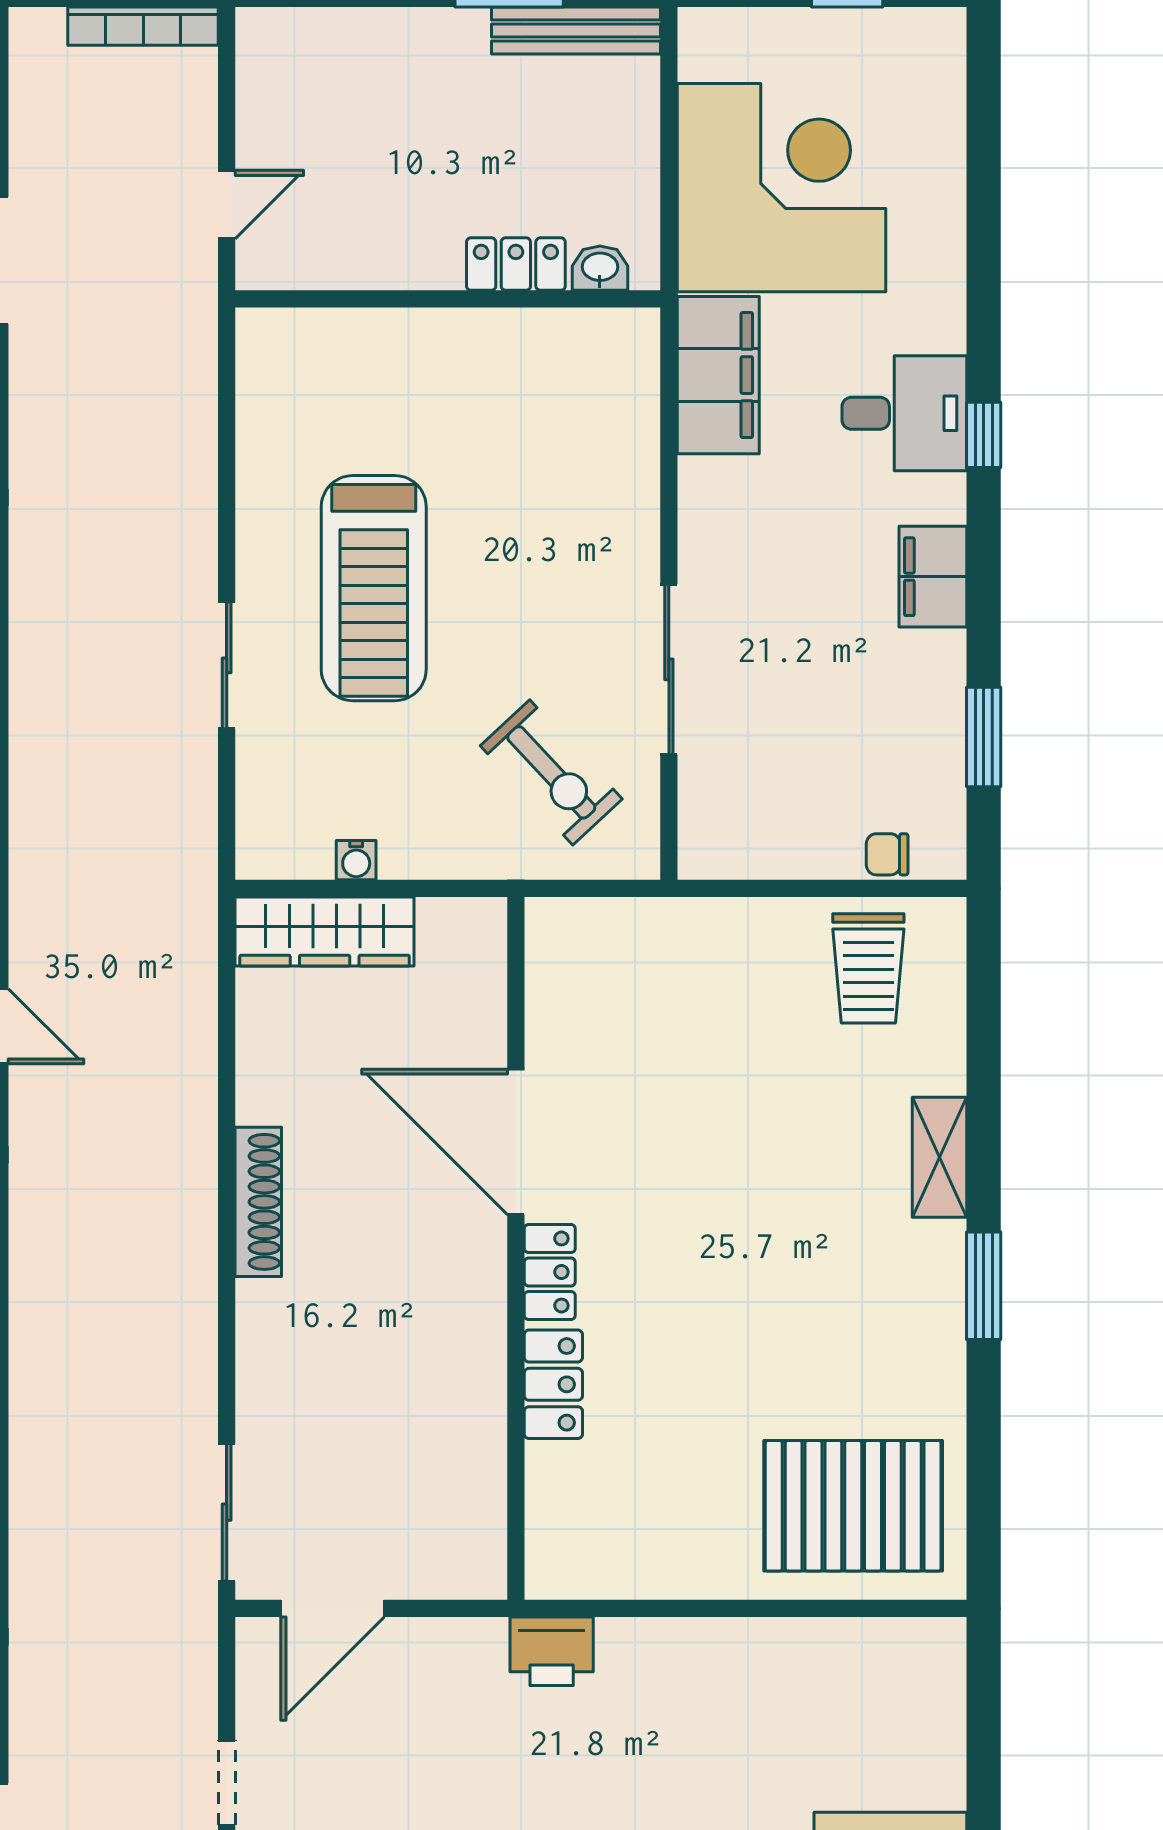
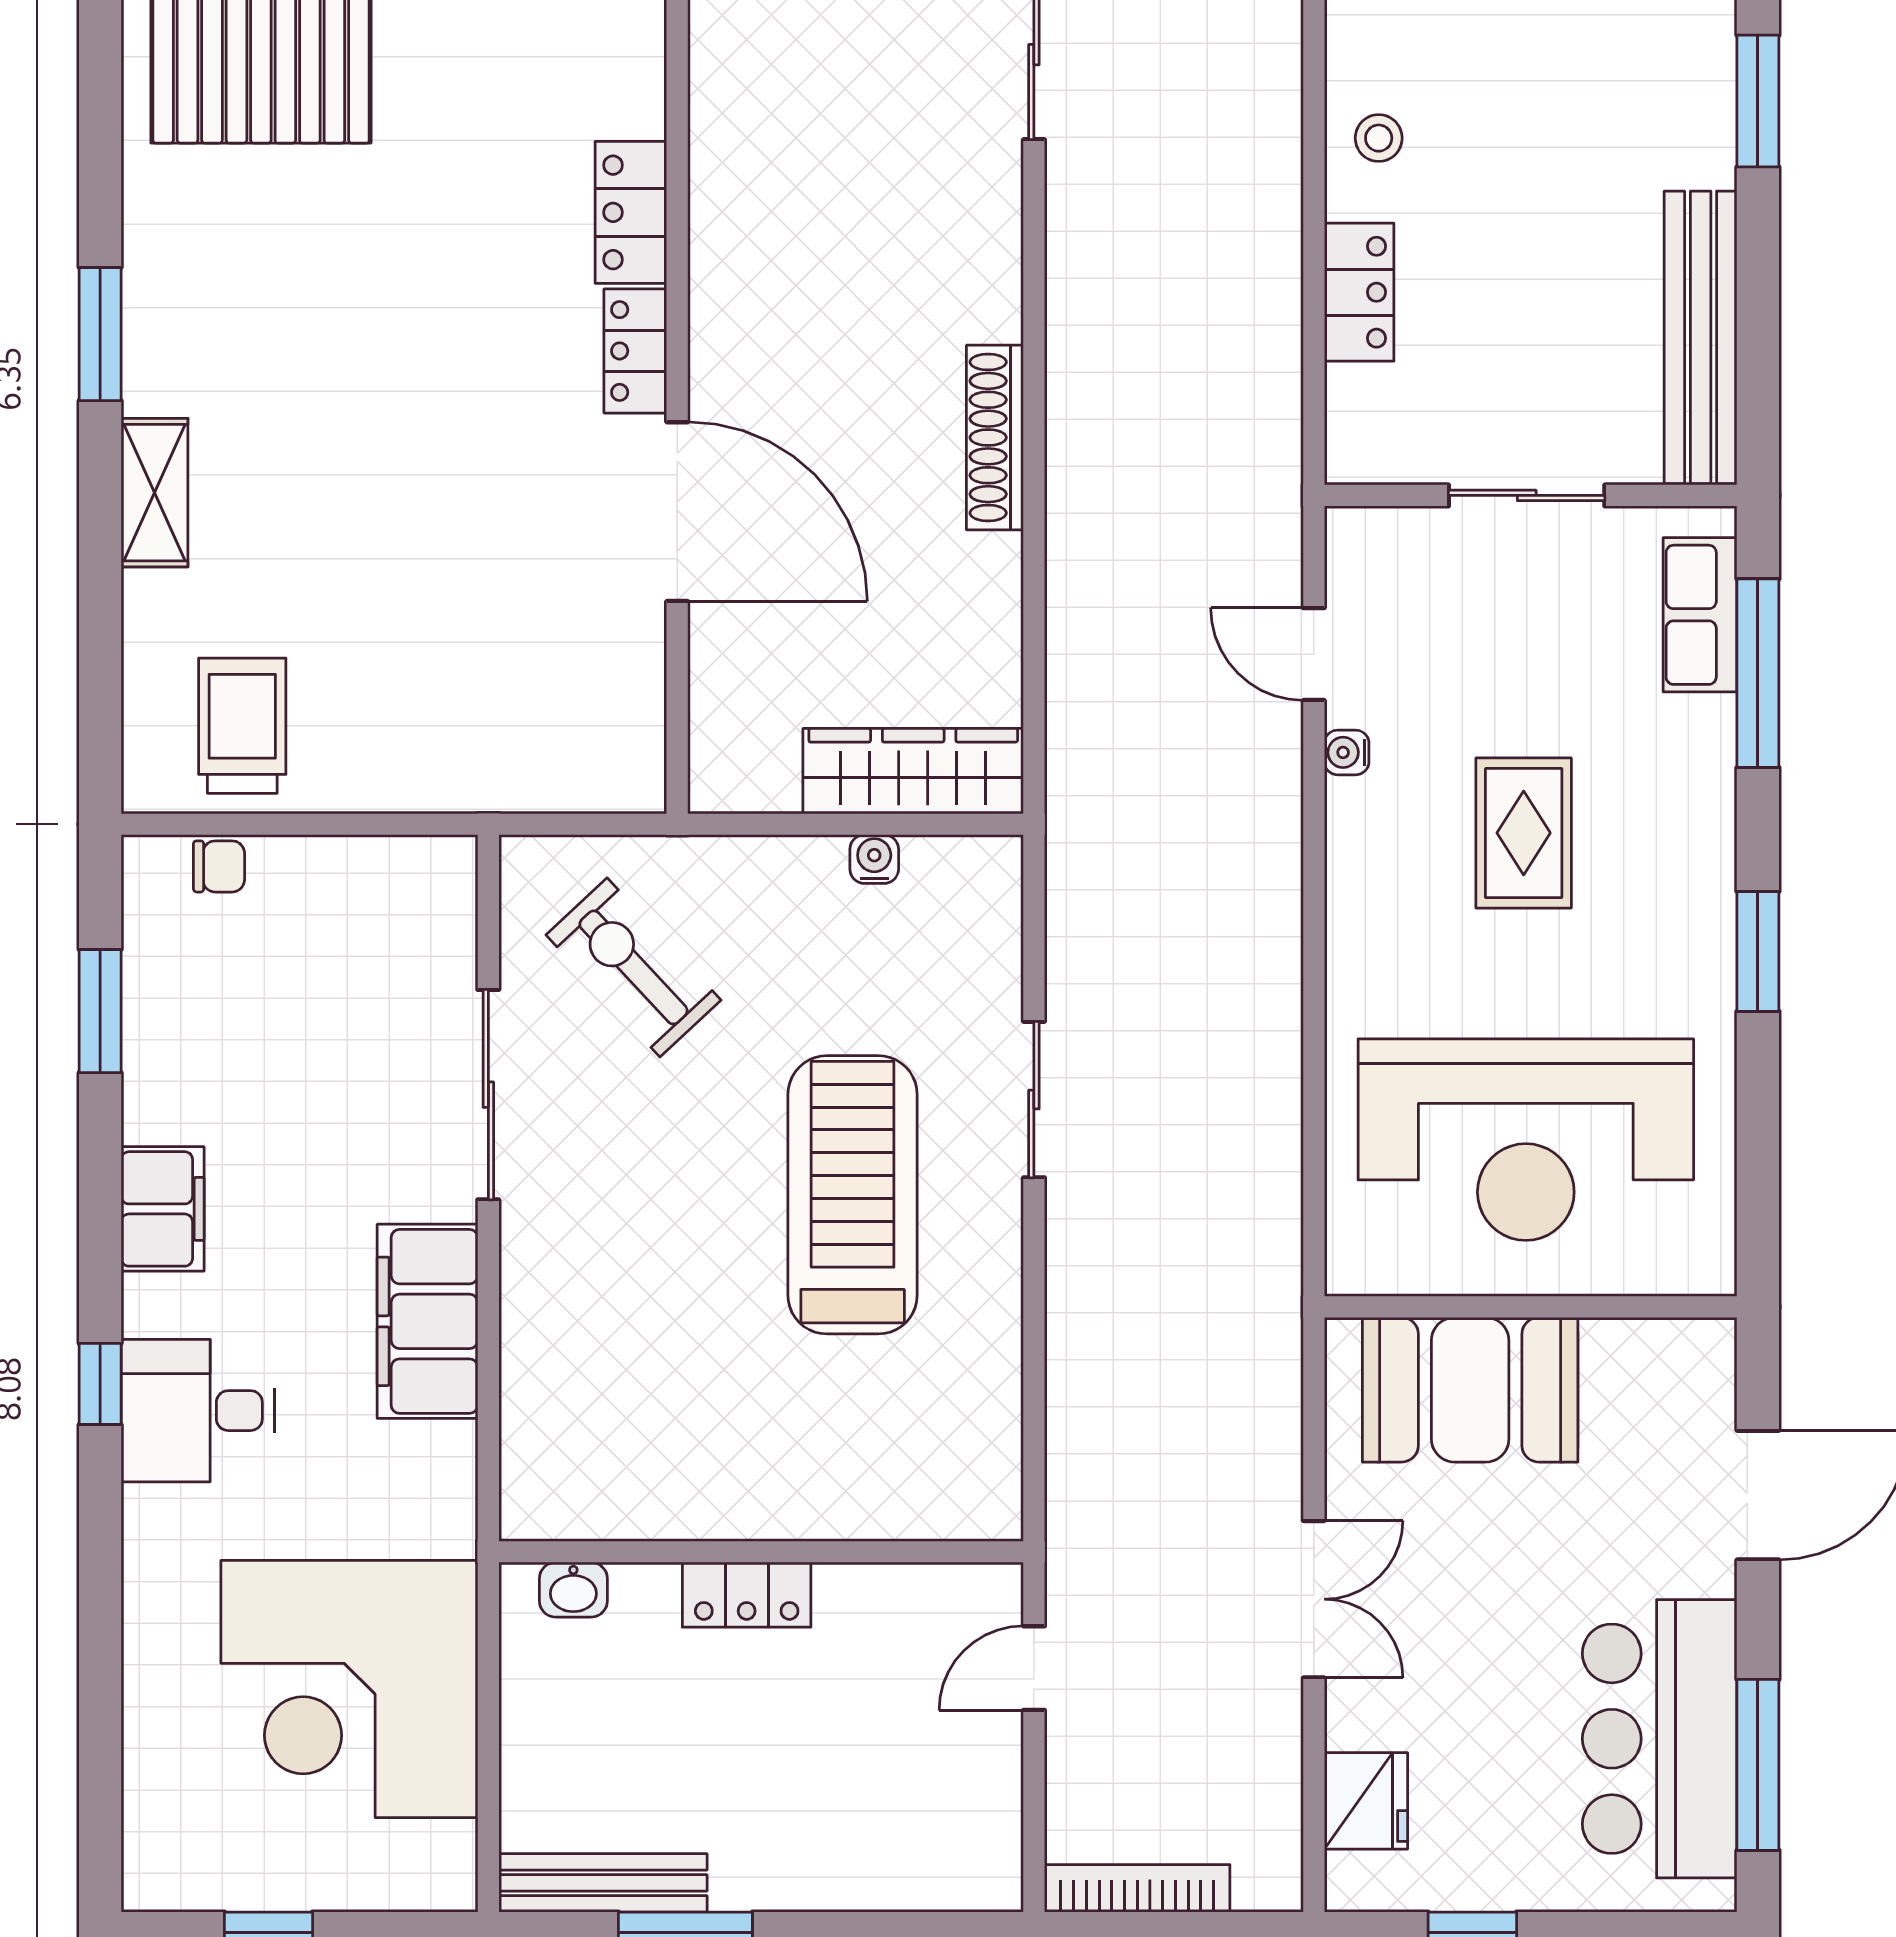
locker: (516, 264) -> (747, 1595), moved
filing cabinet: (718, 375) -> (427, 1321), moved

